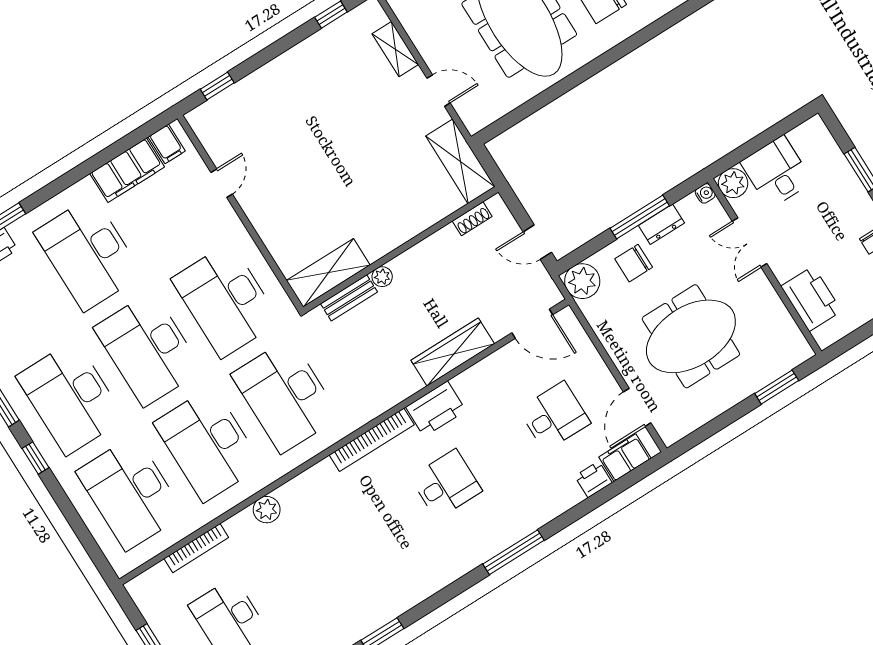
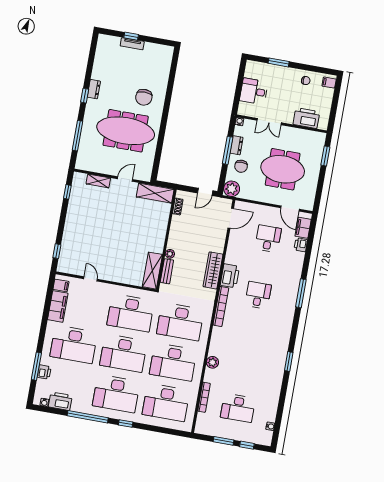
plant: (733, 183) -> (244, 109), removed
meeting table: (691, 336) -> (283, 169), turned 90
wardrobe: (453, 352) -> (213, 270), moved

